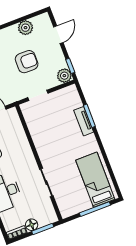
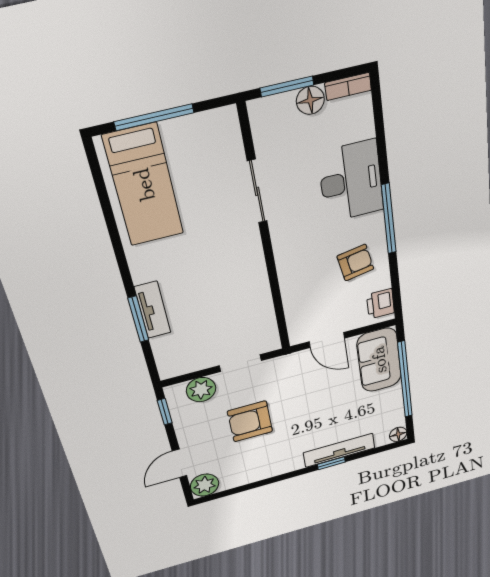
plant: (26, 28) -> (205, 485), moved
plant: (64, 76) -> (201, 390), moved

